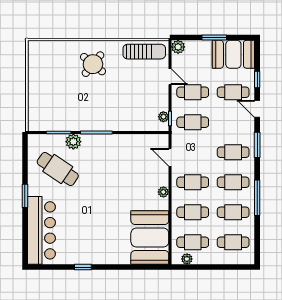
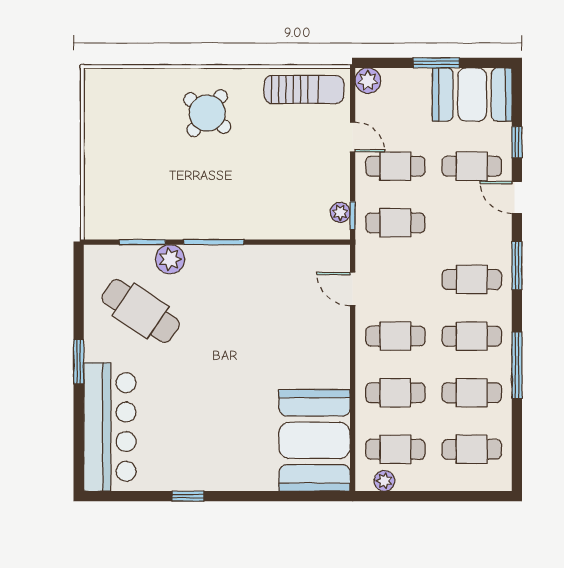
plant: (163, 192) -> (340, 354), removed

